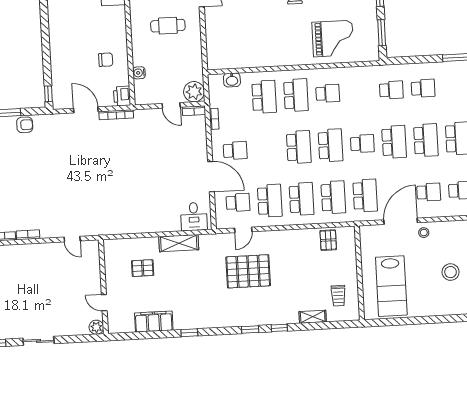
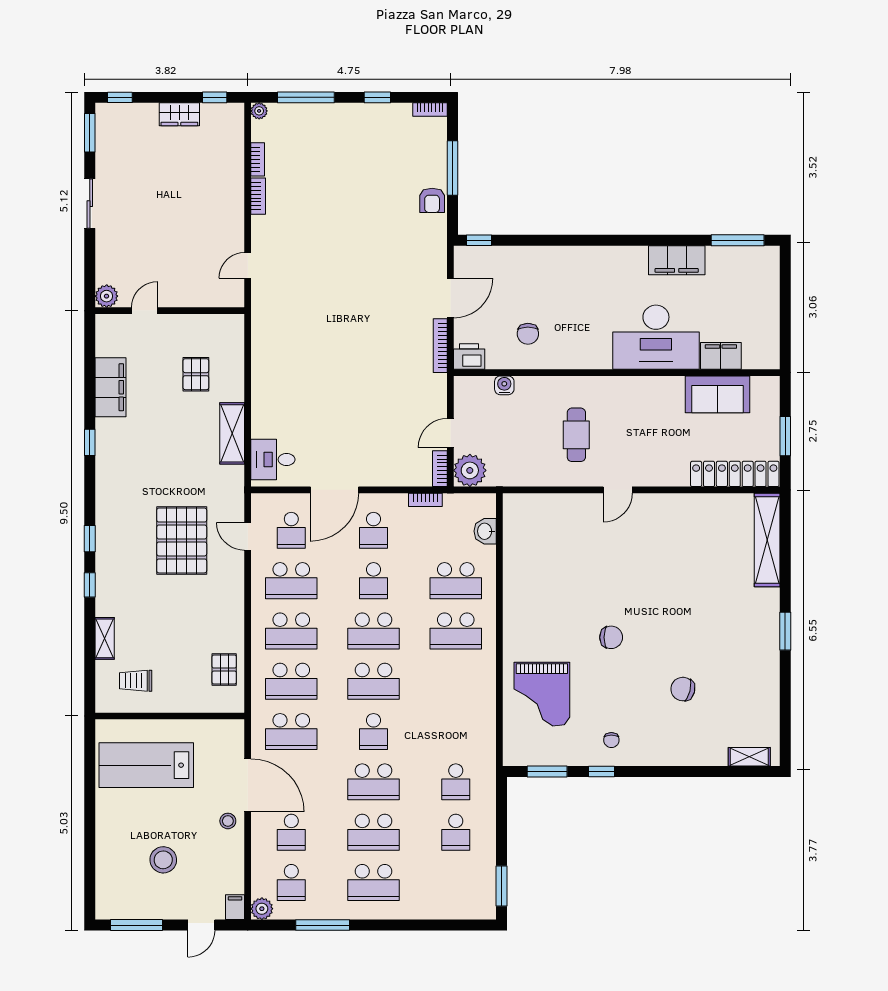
school desk: (328, 93) -> (374, 581), moved
pallet: (328, 240) -> (224, 670), turned 90

